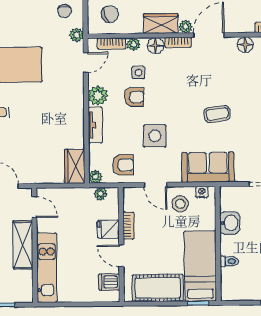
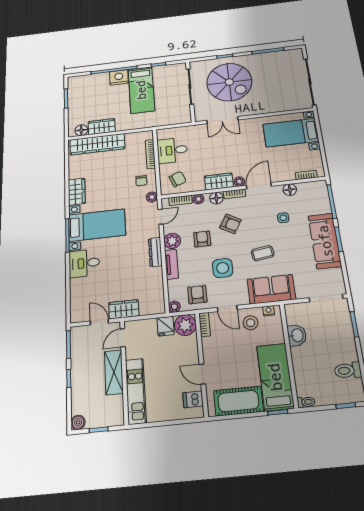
side table: (138, 73) -> (283, 218), moved
armchair: (169, 81) -> (230, 224), added
armchair: (134, 97) -> (202, 239), turned -90
dresser: (77, 108) -> (155, 252), added
coffee table: (217, 114) -> (263, 253), moved
armchair: (123, 165) -> (197, 295), turned -90
wardrobe: (75, 166) -> (124, 309), moved, turned 90
plant: (101, 194) -> (185, 325), width x1.88, depth x1.88
door: (34, 207) -> (123, 338), swing flipped
bookcase: (129, 226) -> (205, 324), moved
fridge: (108, 229) -> (166, 326), moved, turned -90
toilet: (229, 261) -> (306, 402), moved

